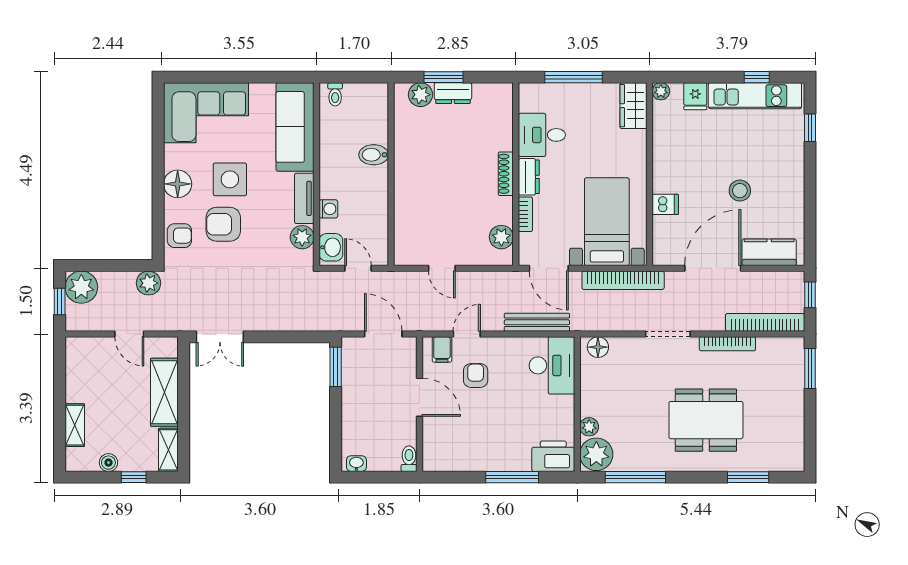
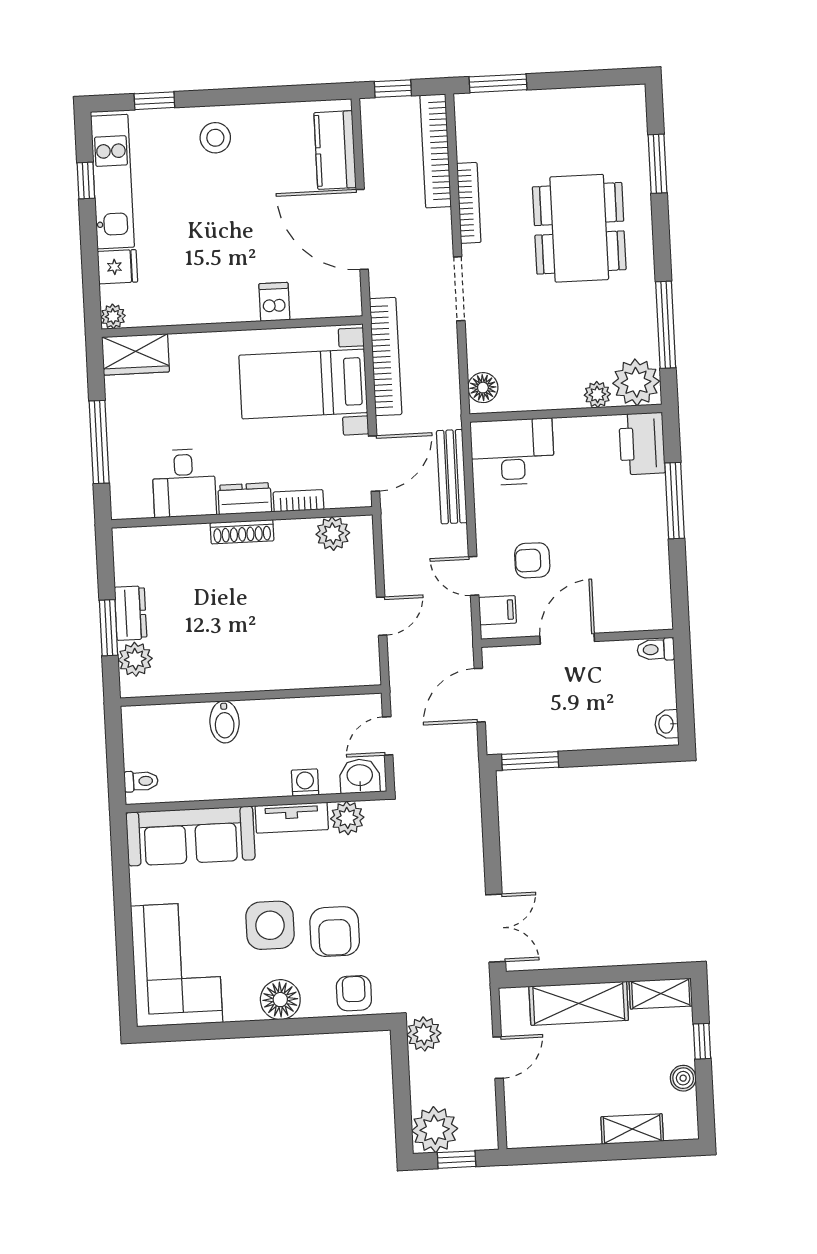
stool: (740, 191) -> (215, 138), moved

